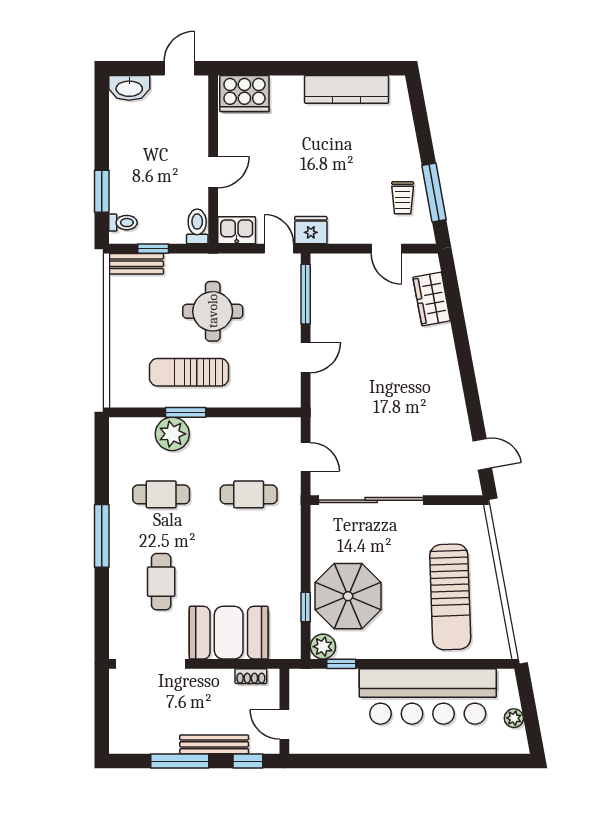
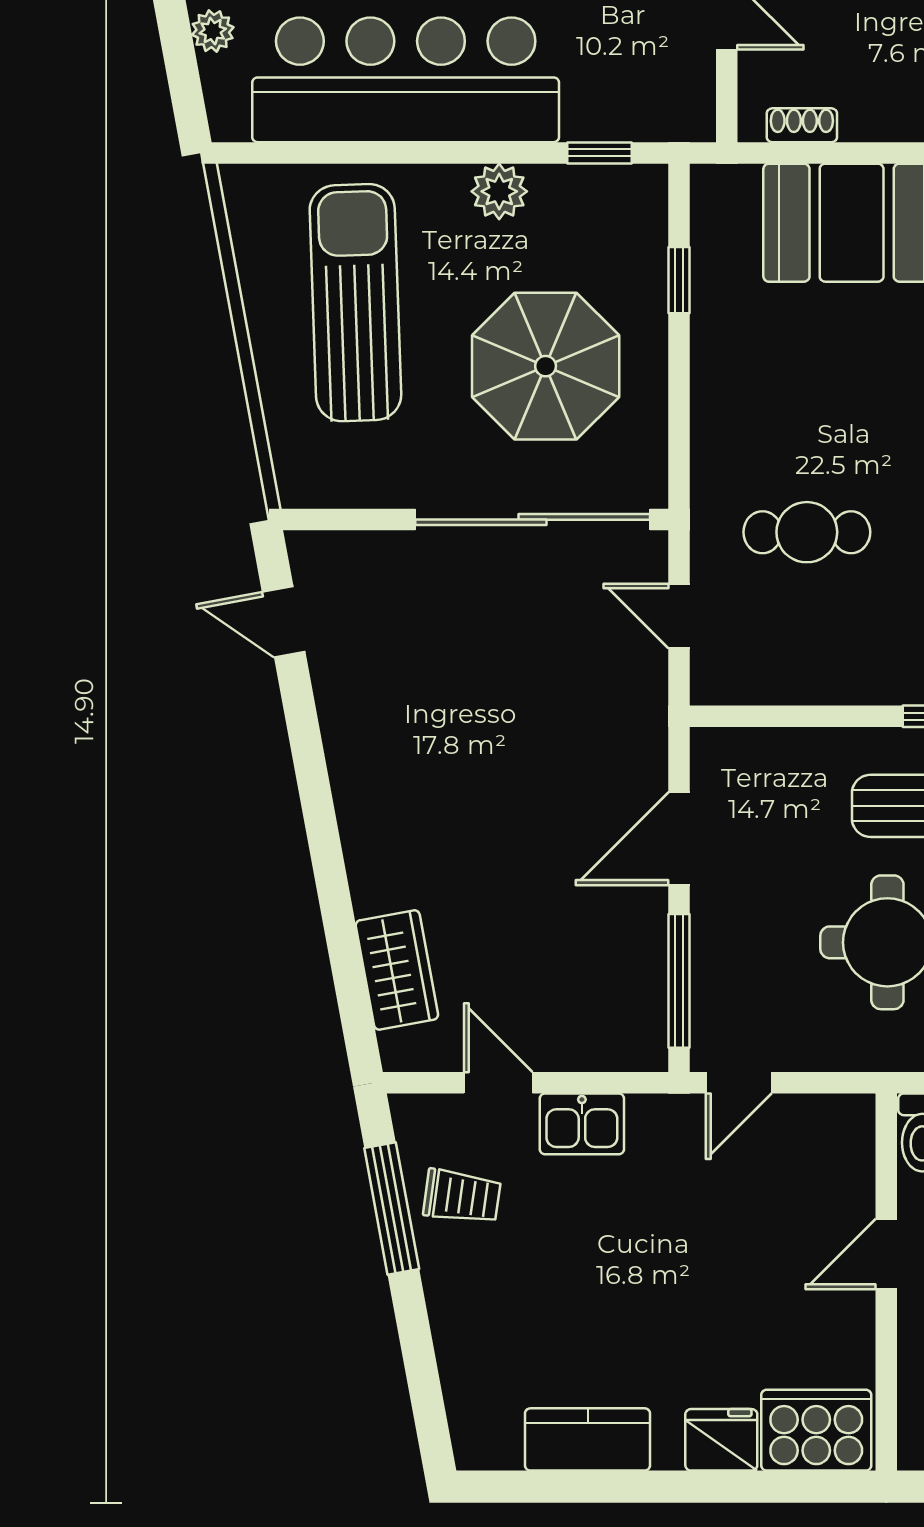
kitchen counter: (347, 89) -> (588, 1439), width x0.67
trolley: (403, 198) -> (462, 1197), turned 98
kitchen sink: (237, 230) -> (582, 1124), moved
fridge: (311, 230) -> (721, 1440), moved, turned 180
door: (279, 249) -> (739, 1083), hinge flipped
door: (306, 358) -> (679, 839), width x1.38
parasol: (348, 596) -> (546, 366), moved
plant: (323, 647) -> (499, 191), moved

